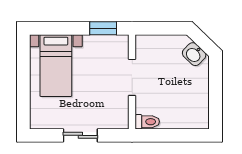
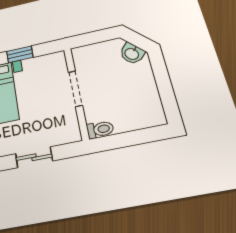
window: (103, 28) -> (20, 54), moved

